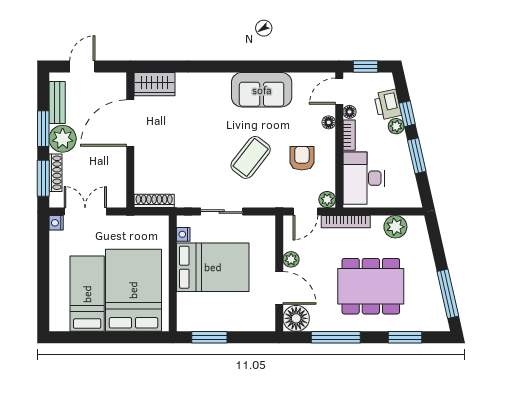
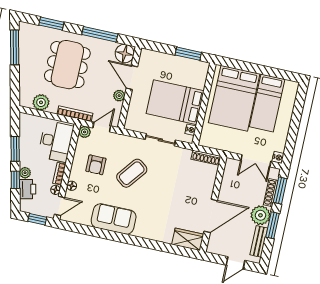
dining table: (371, 286) -> (67, 65), turned 90

